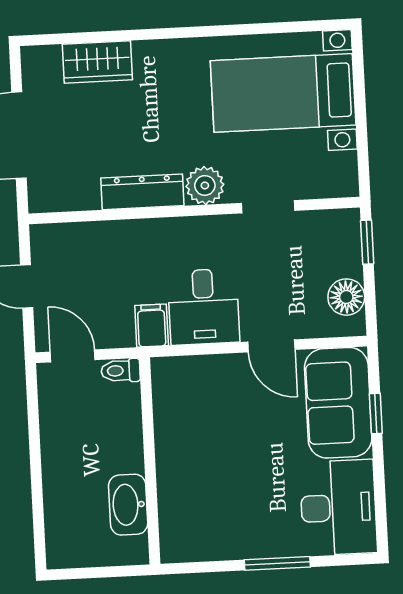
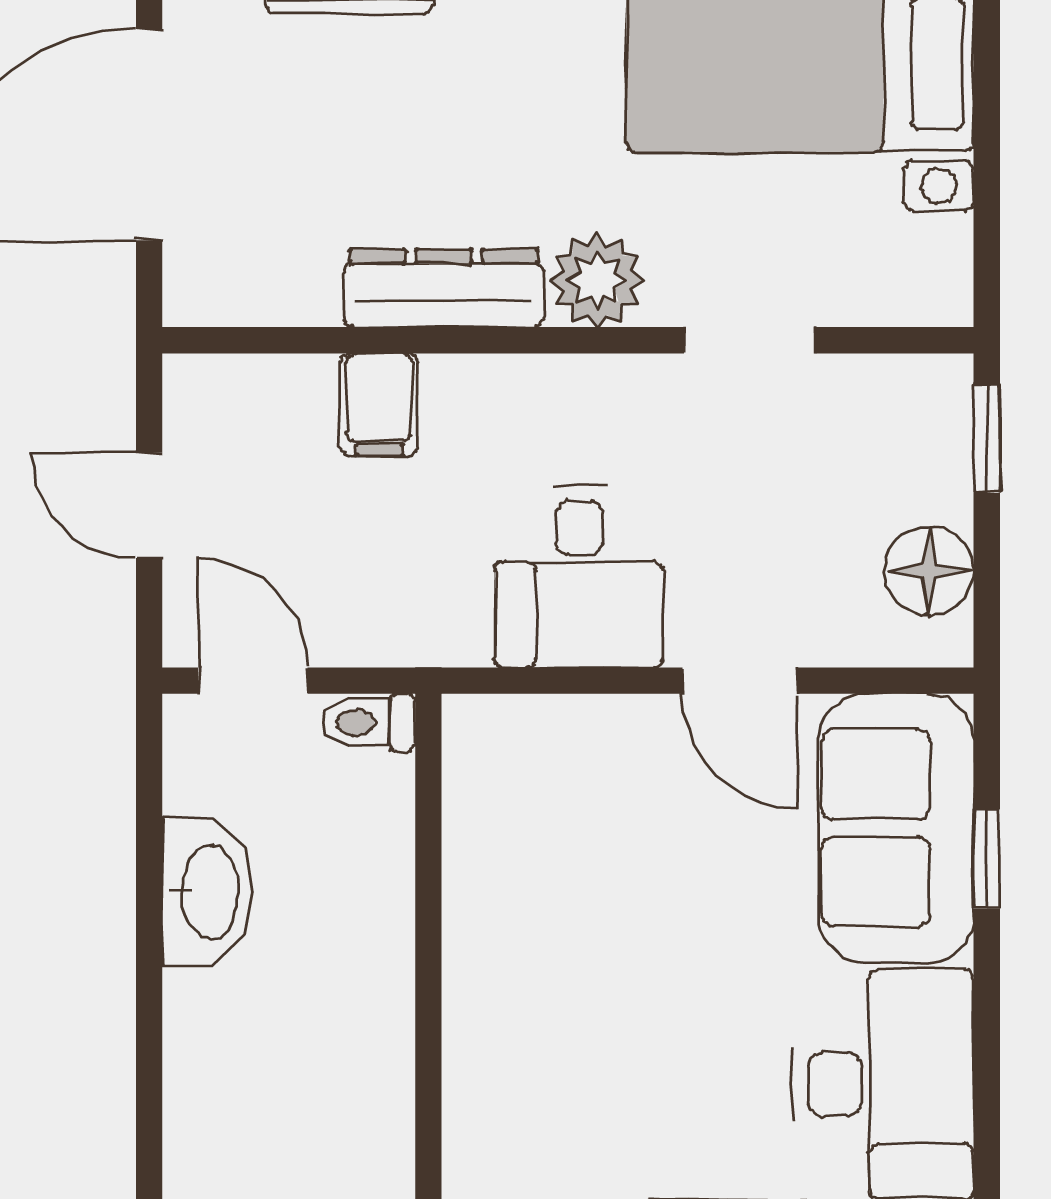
filing cabinet: (152, 326) -> (379, 405), moved, turned 180
washbasin: (128, 505) -> (207, 892), moved, turned 180

